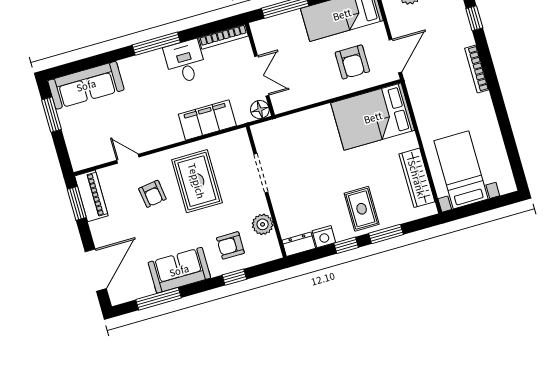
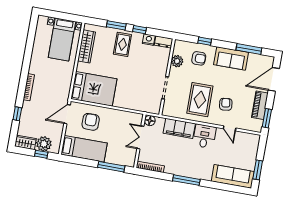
desk: (185, 62) -> (204, 136), moved, turned 180
piano: (91, 196) -> (260, 105), moved

